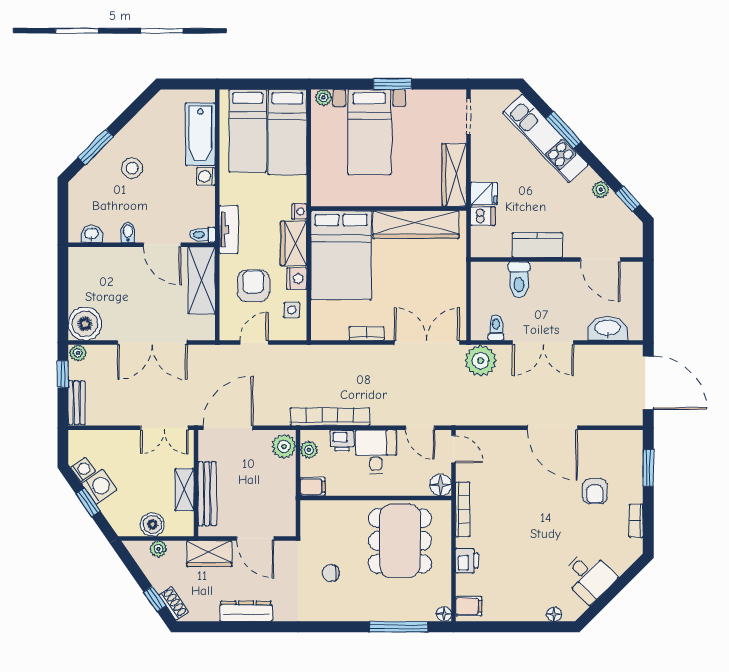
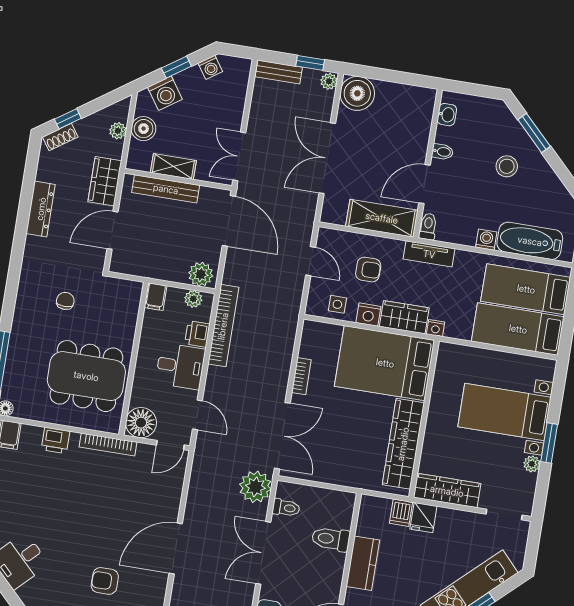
plant: (323, 97) -> (532, 464), moved
armchair: (253, 286) -> (368, 270), width x0.72, depth x0.72
door: (420, 428) -> (197, 415), swing flipped
floor lamp: (441, 485) -> (141, 423), width x1.38, depth x1.38
washing machine: (99, 487) -> (165, 93), moved

